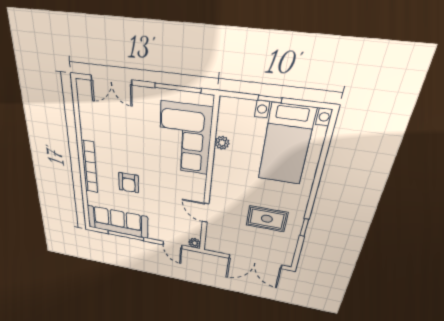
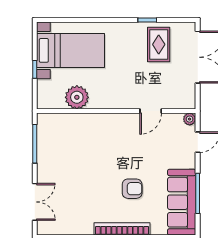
corner sofa: (185, 139) -> (78, 135), removed
plant: (222, 143) -> (77, 97), width x1.87, depth x1.87
rug: (267, 219) -> (159, 44), moved

